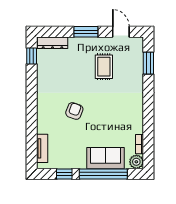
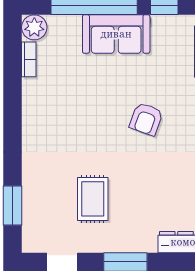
sofa: (105, 158) -> (116, 34), moved

